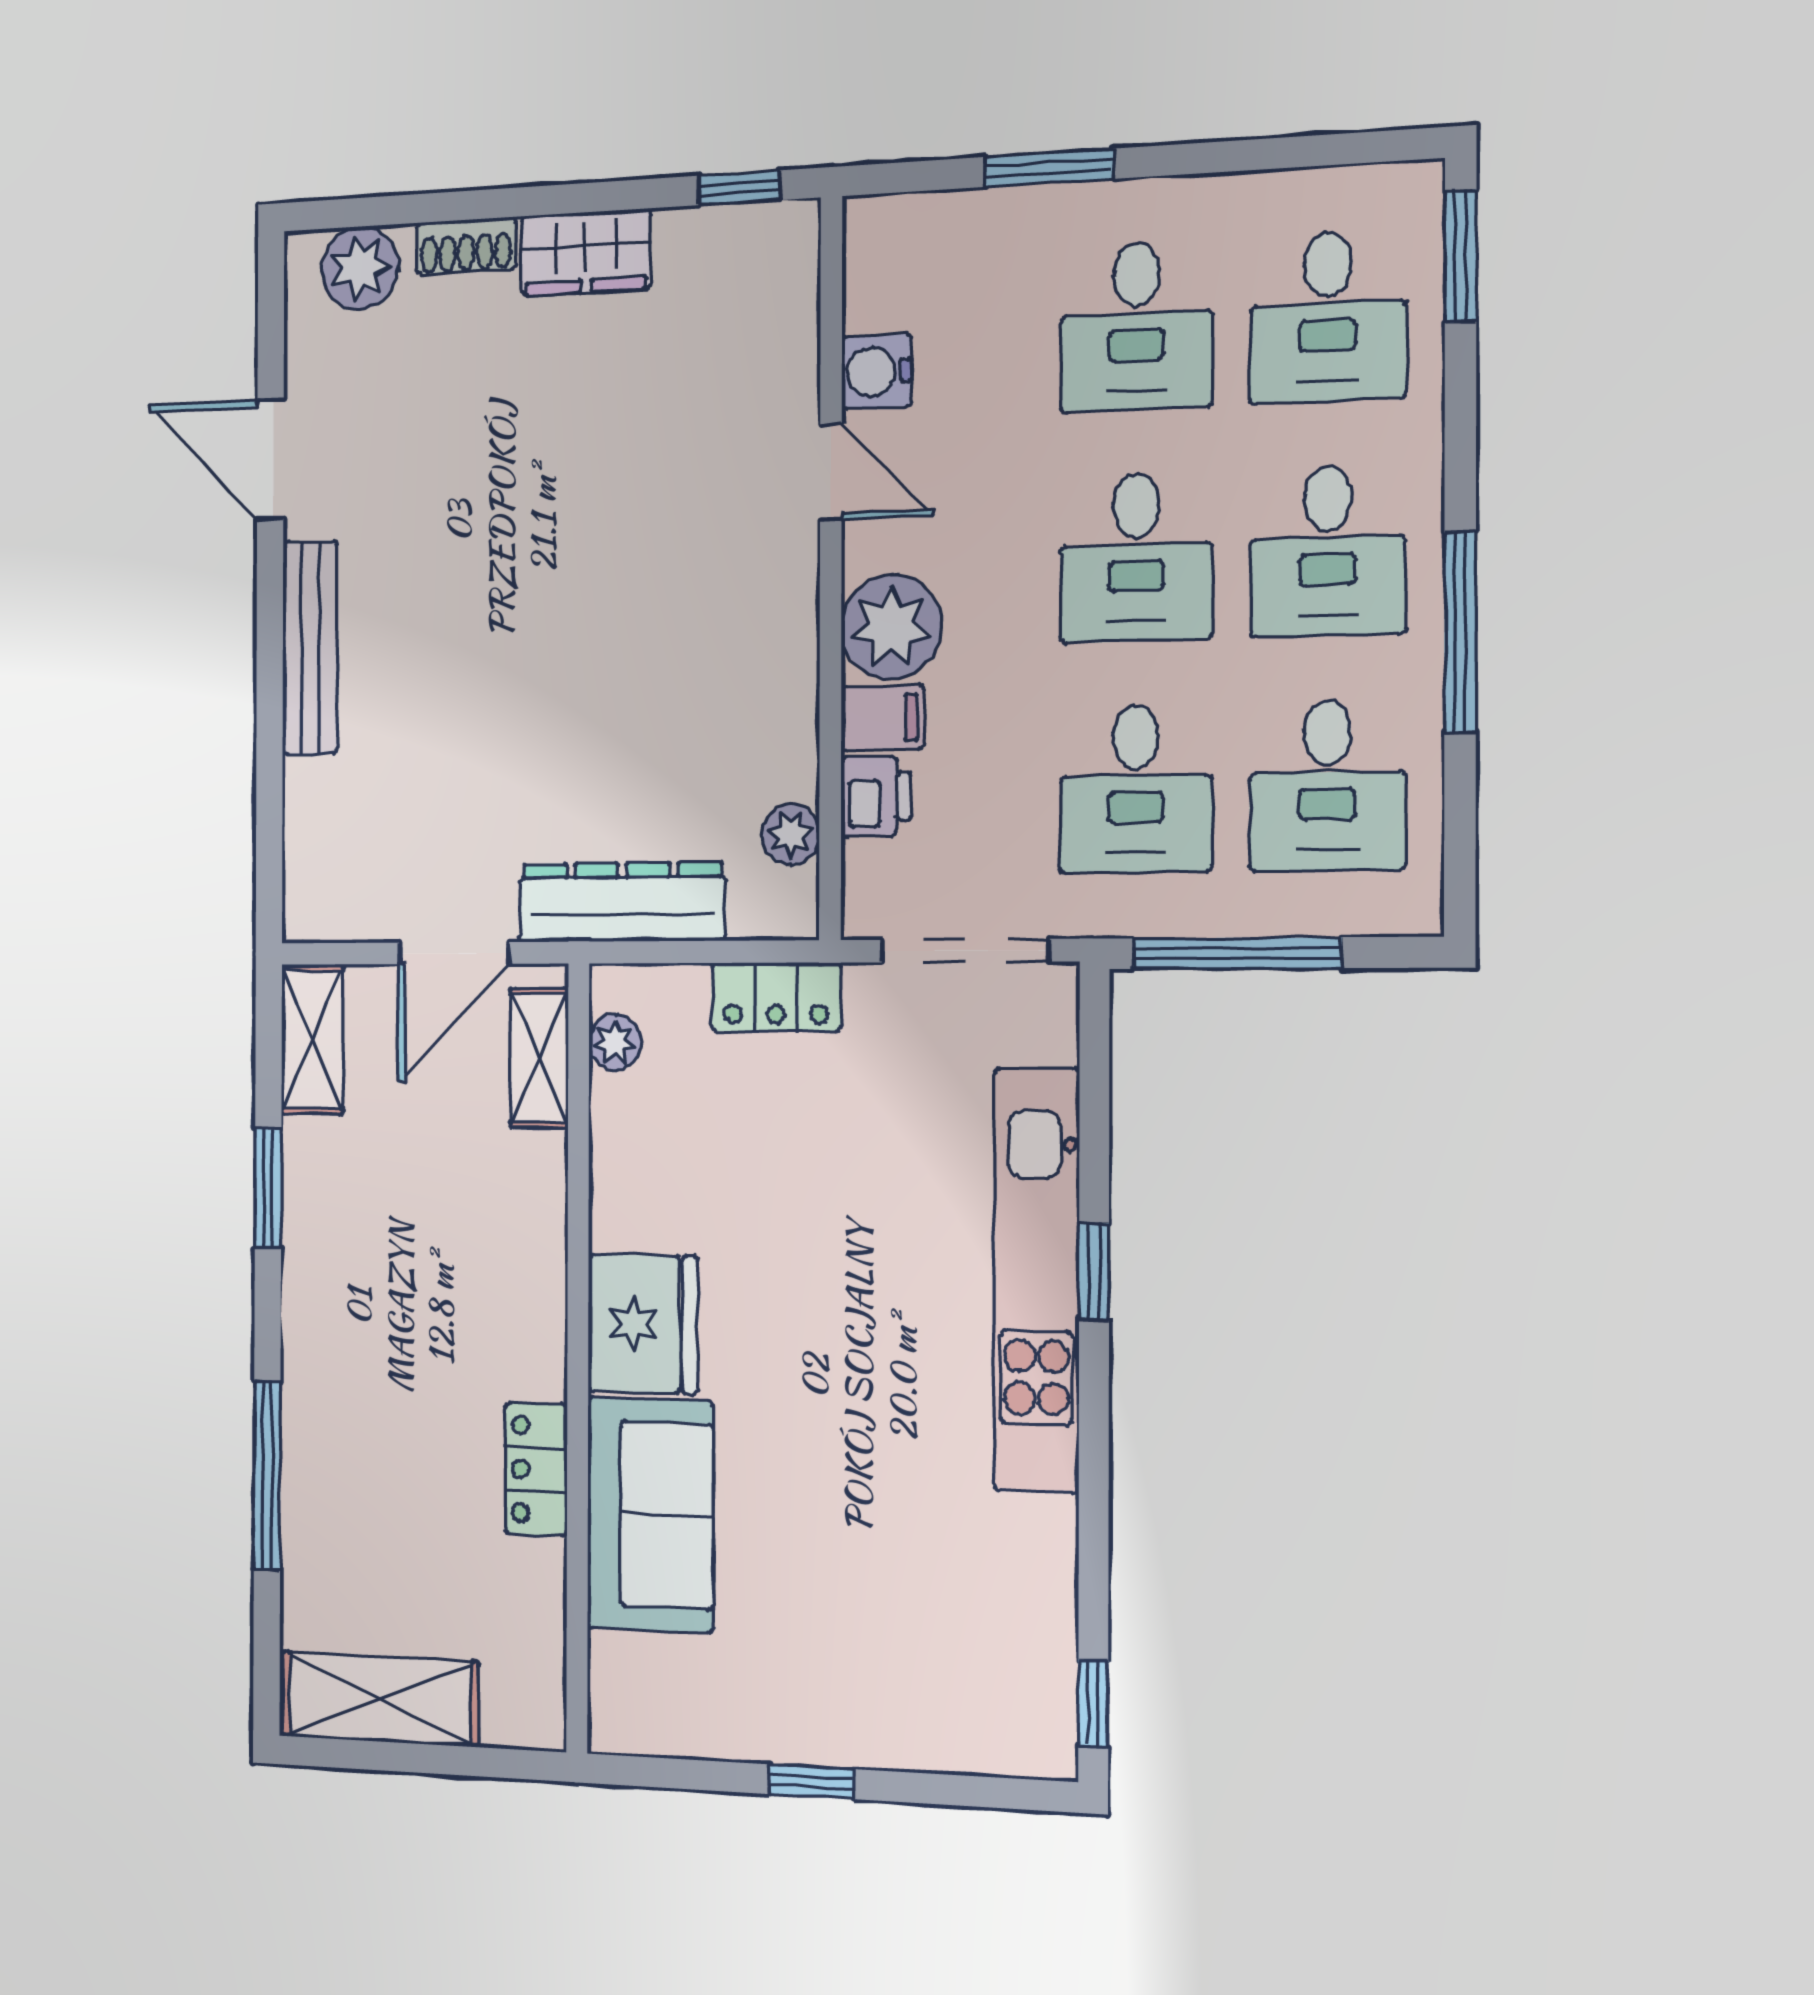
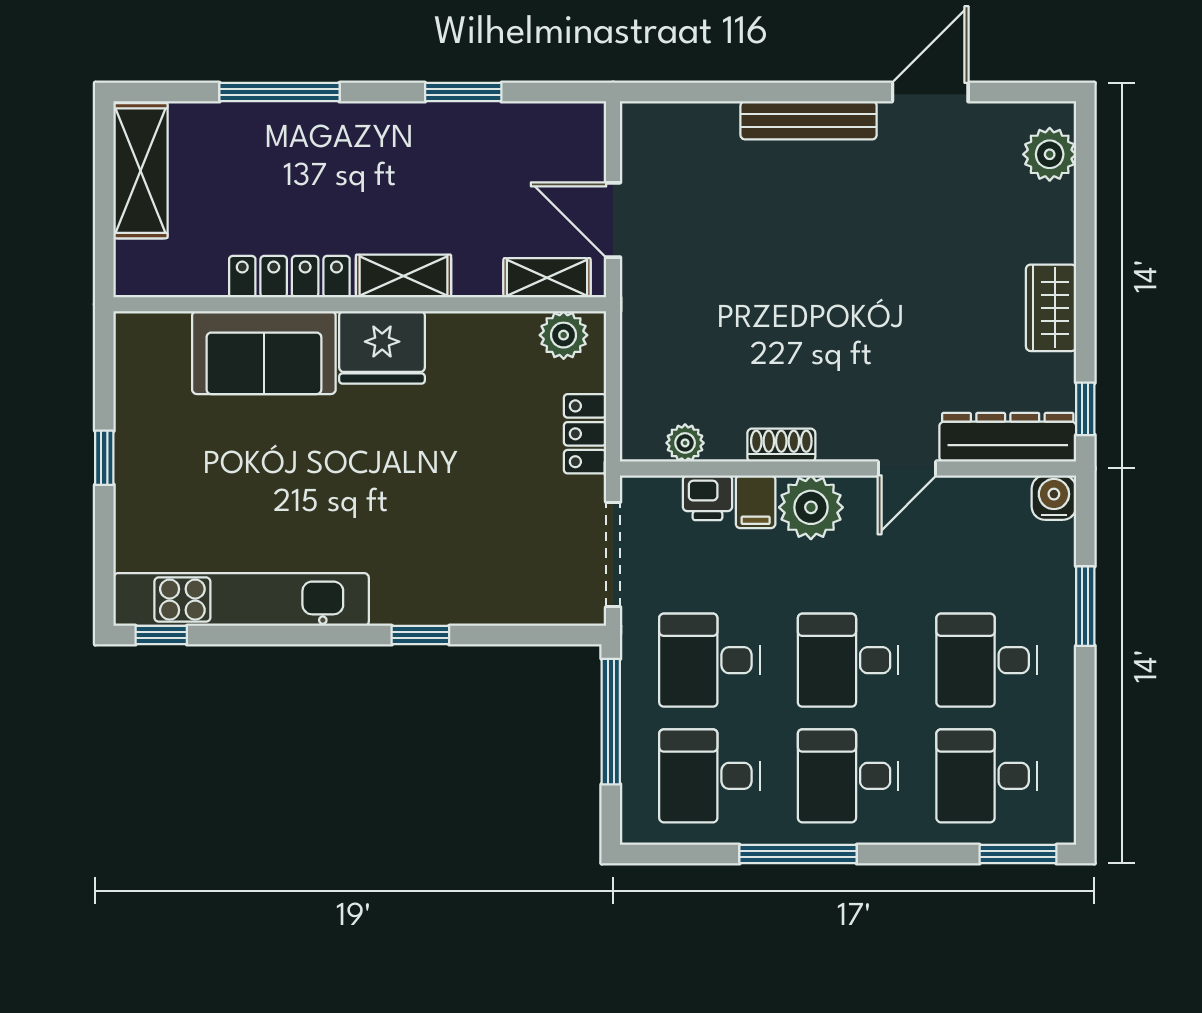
shoe rack: (466, 246) -> (781, 445), moved, turned 90
water cooler: (877, 372) -> (1054, 498), moved
dresser: (622, 902) -> (1008, 437), moved, turned -90
shelving: (312, 1039) -> (404, 276), moved
plant: (615, 1042) -> (564, 335), width x1.38, depth x1.38
kitchen unit: (1037, 1280) -> (241, 600), moved
locker: (536, 1469) -> (289, 277), width x1.53

